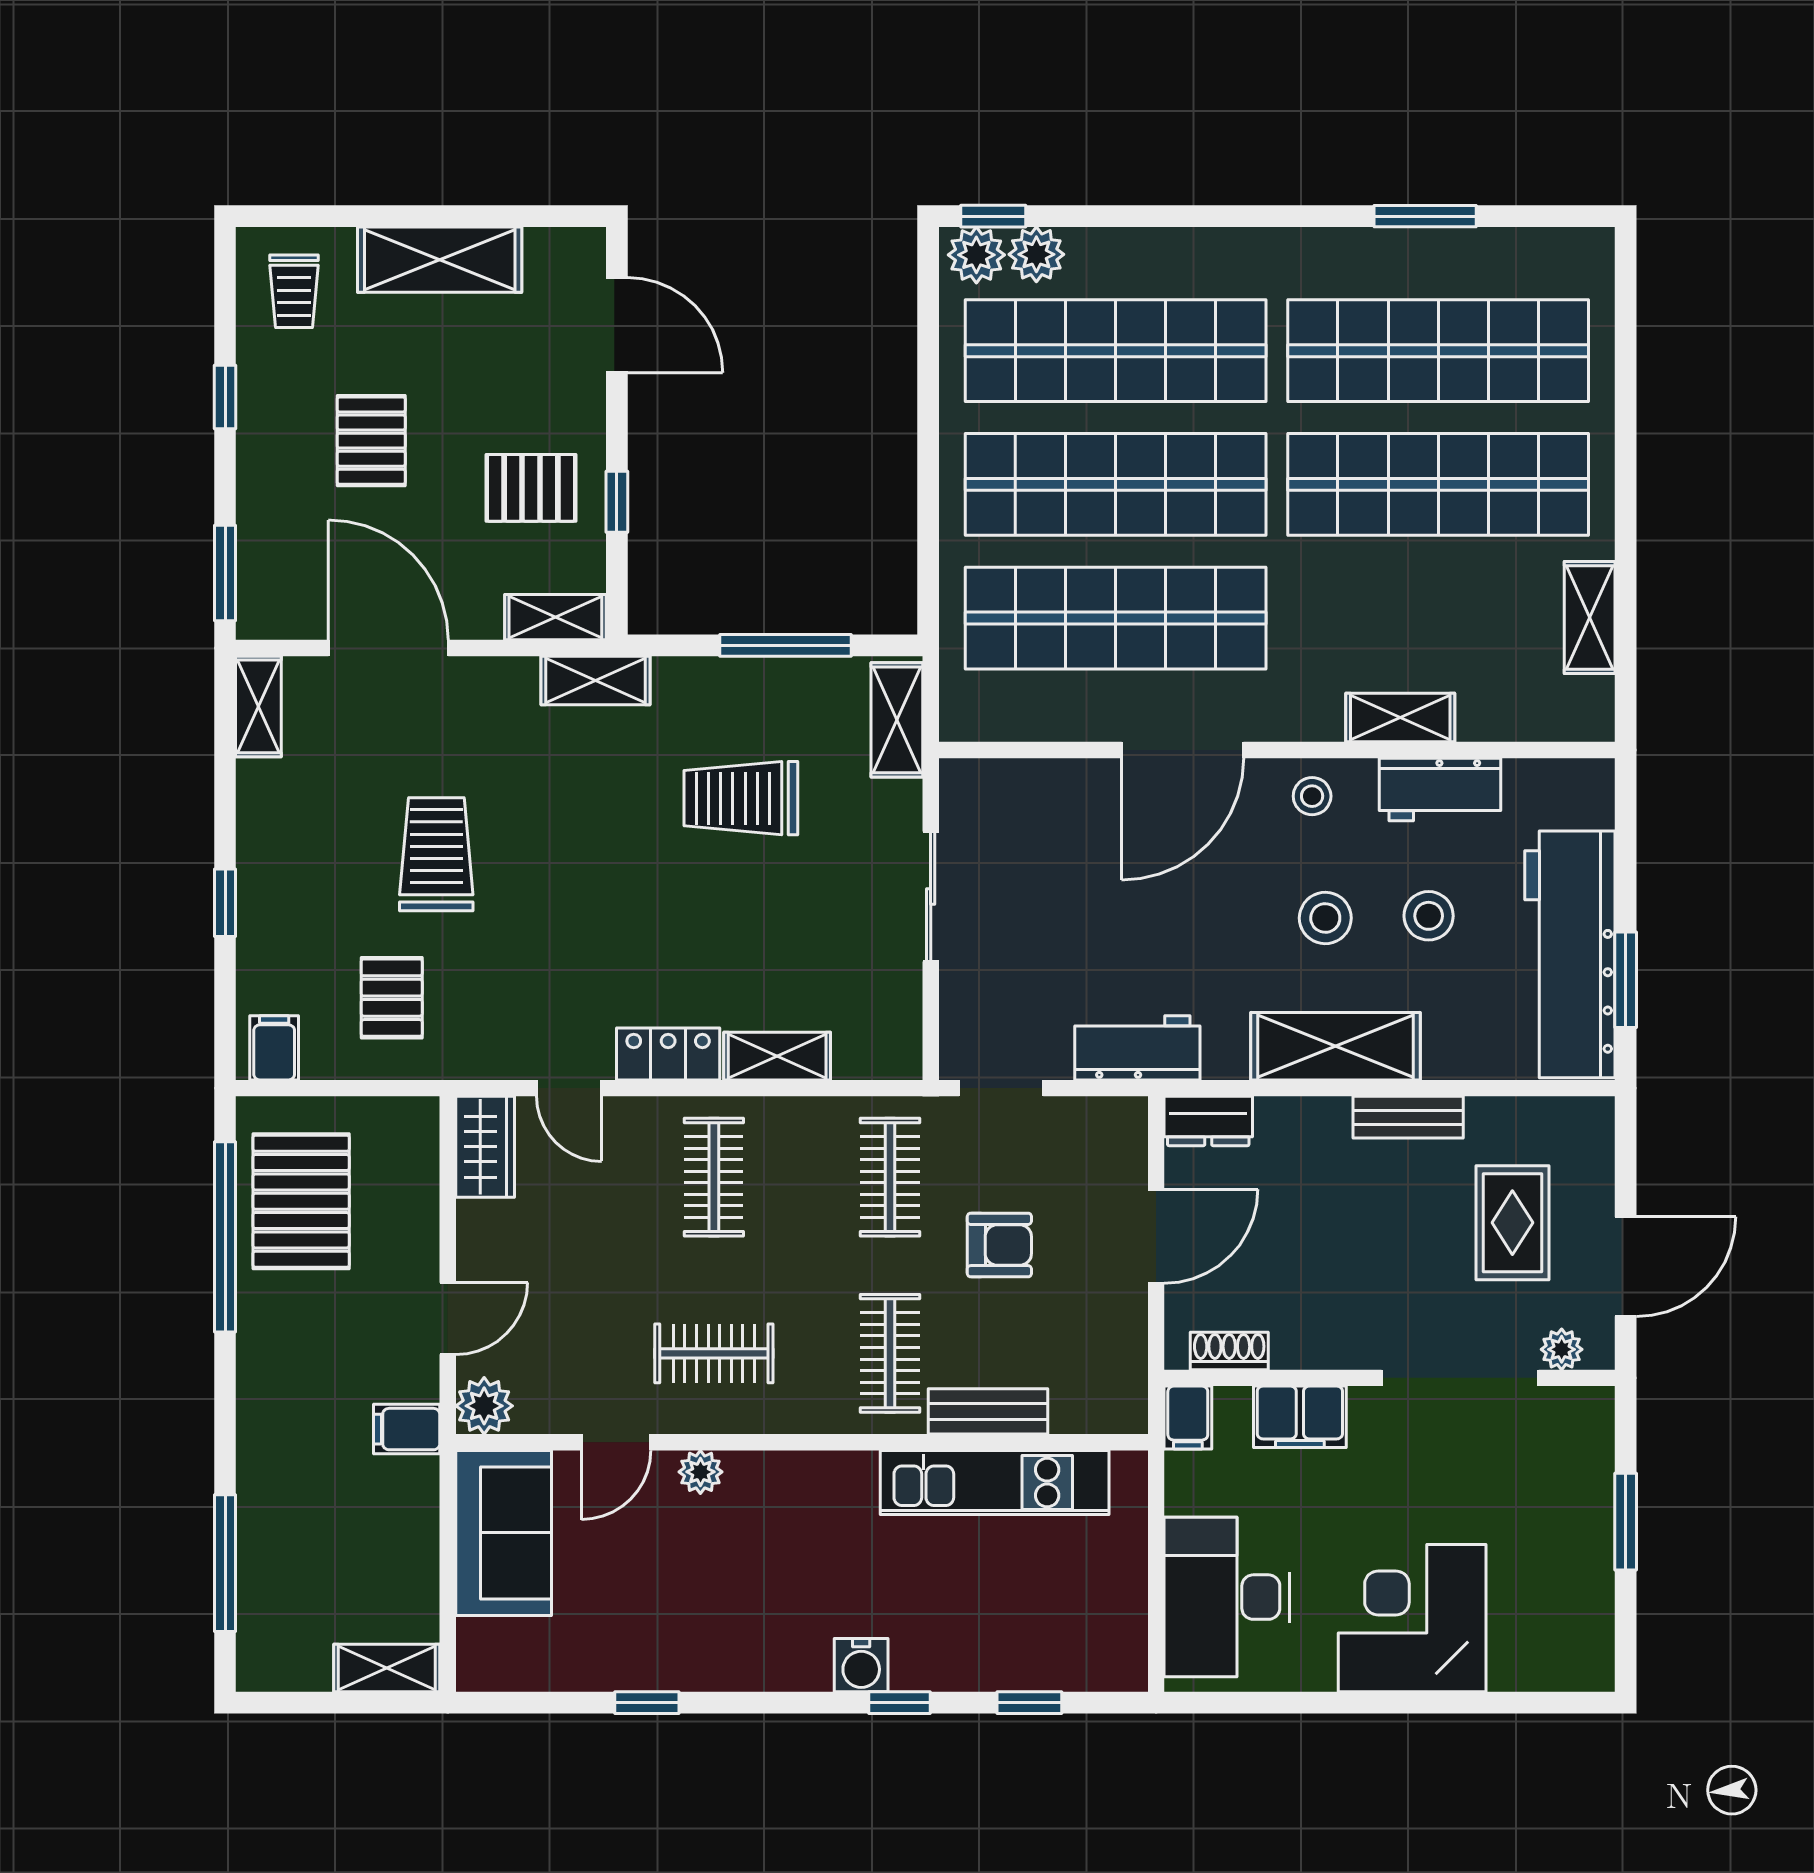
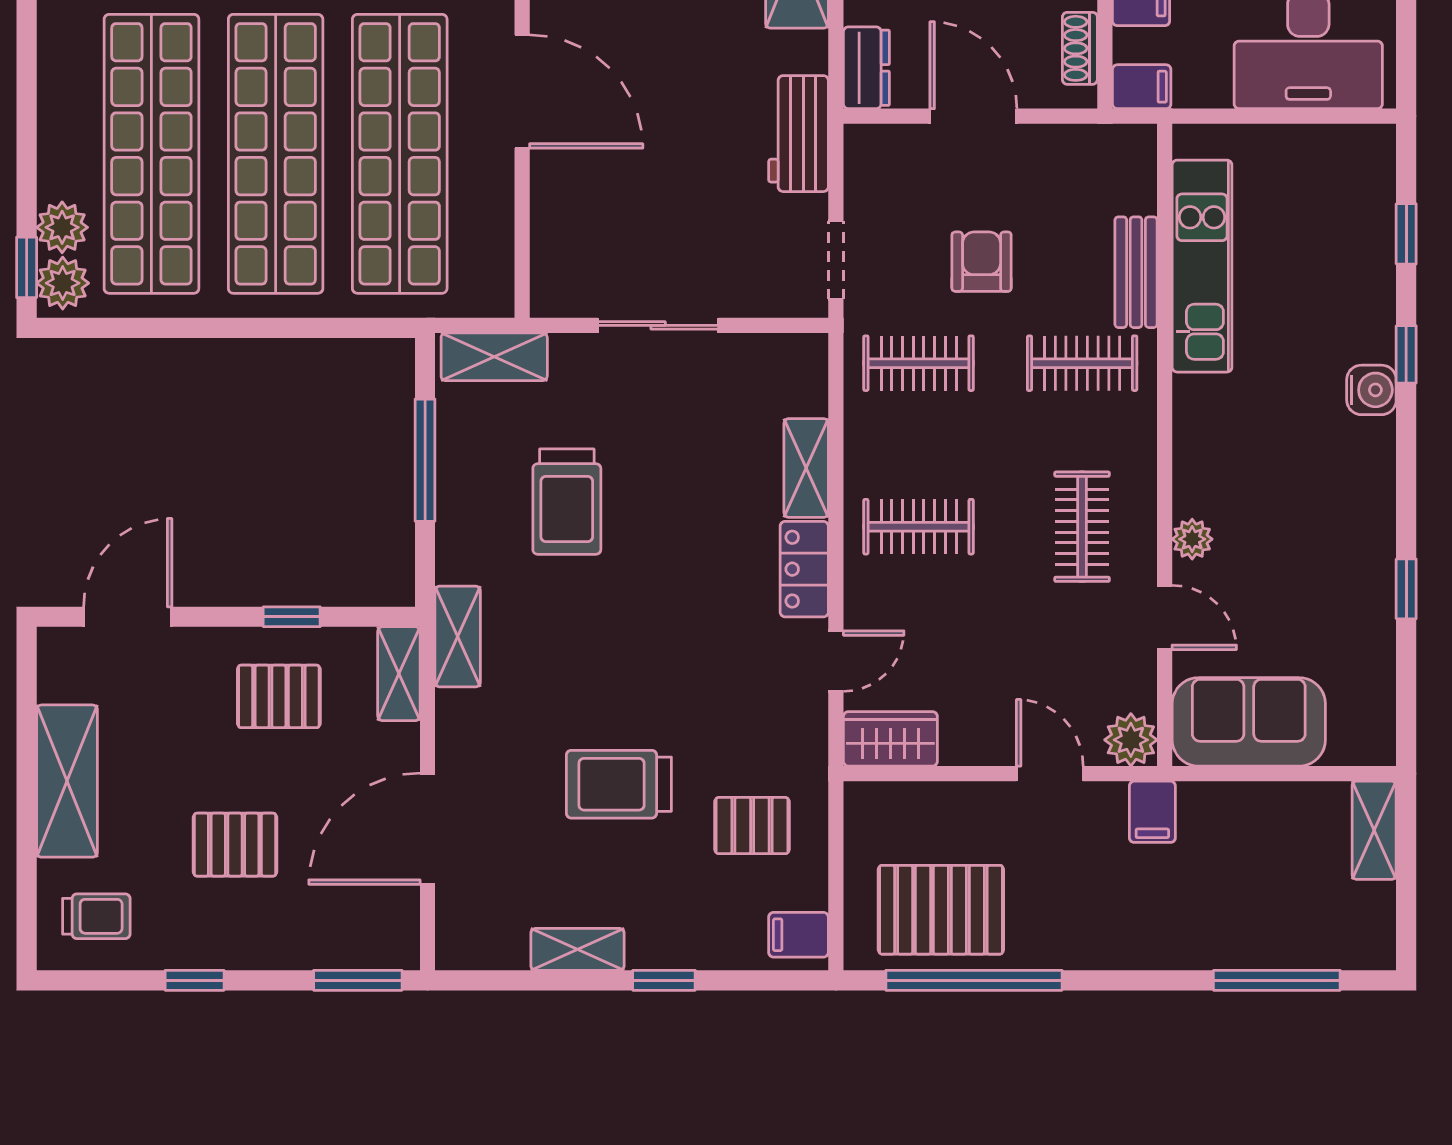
pallet: (531, 488) -> (279, 696), turned 90
shelving: (258, 706) -> (578, 949), moved

